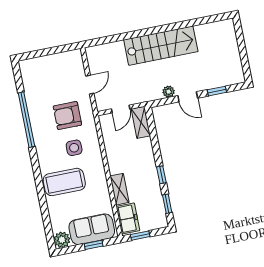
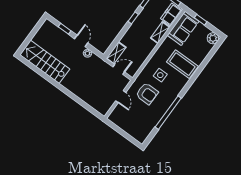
stairs: (161, 46) -> (45, 62), moved
door: (90, 85) -> (121, 97), swing flipped
sofa: (92, 229) -> (183, 28), moved, turned -90

